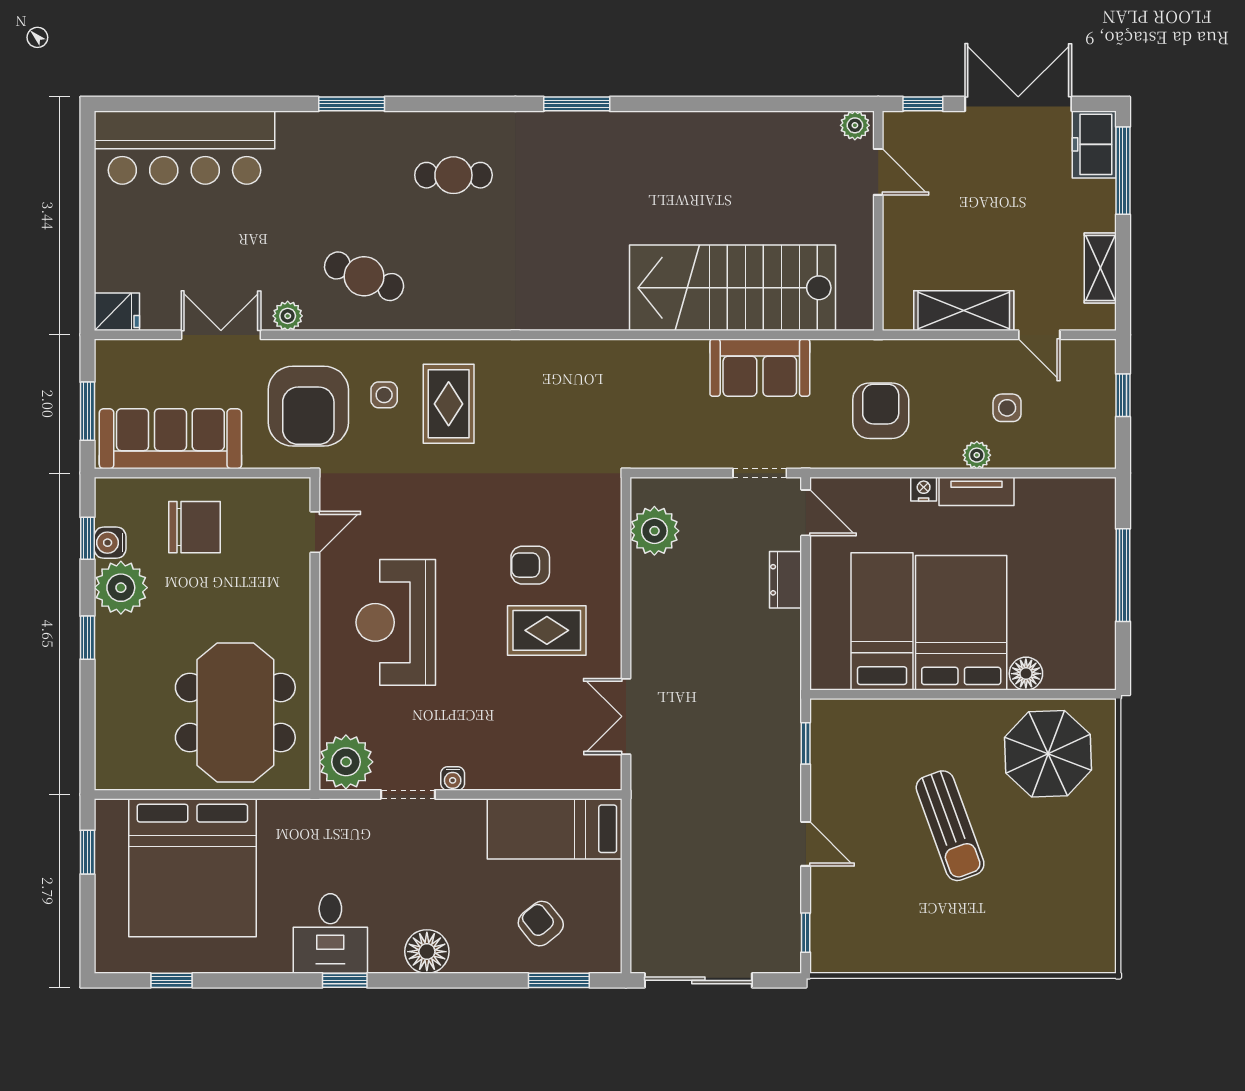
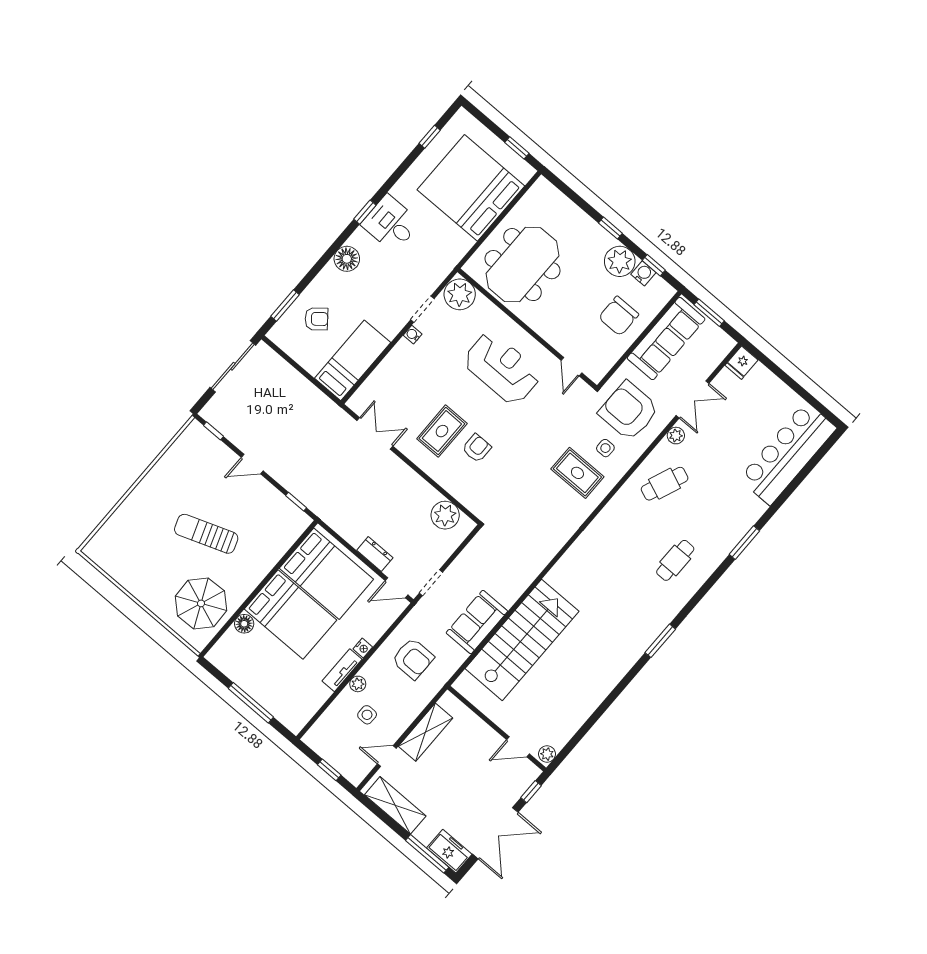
shelving: (1100, 268) -> (395, 805), width x1.50, depth x1.33
bed: (882, 621) -> (326, 574), width x1.50
meeting table: (235, 712) -> (523, 265), turned 90

